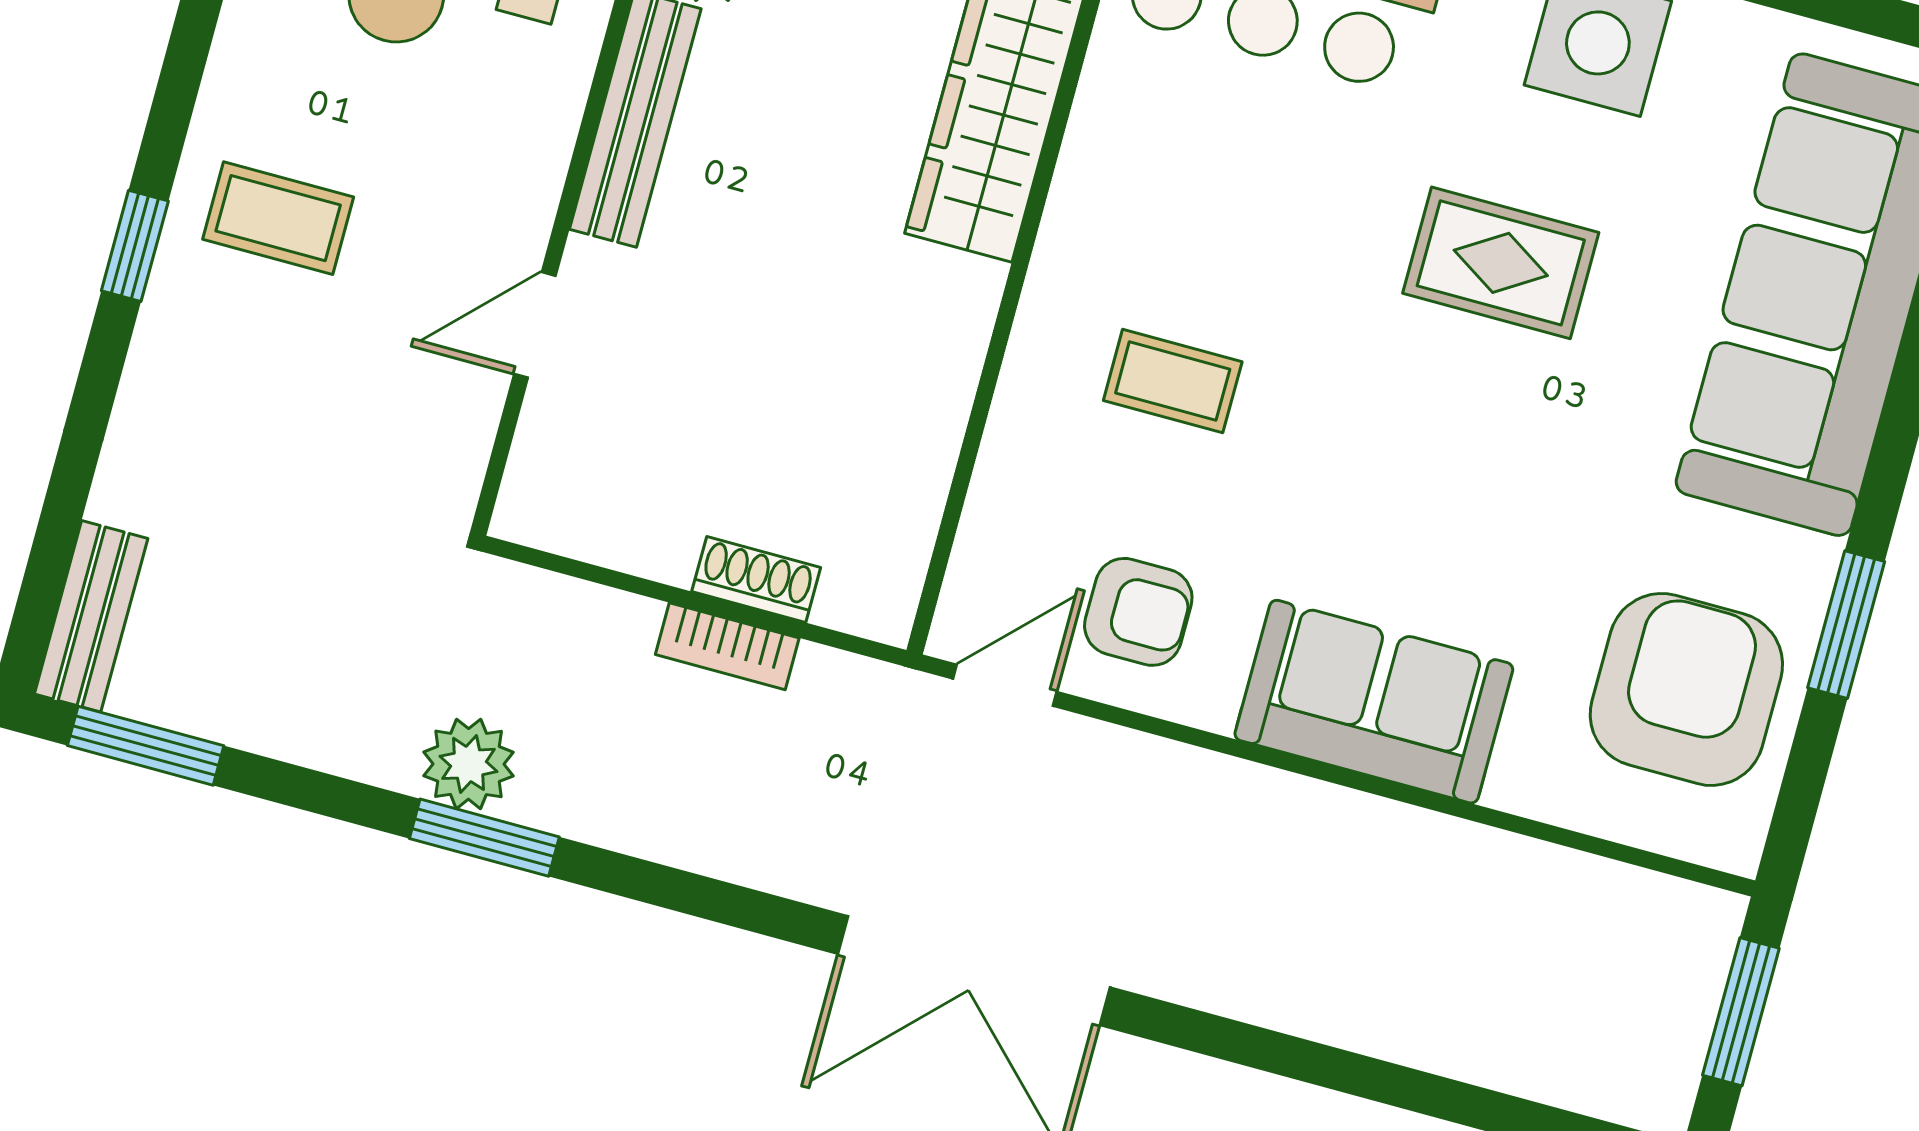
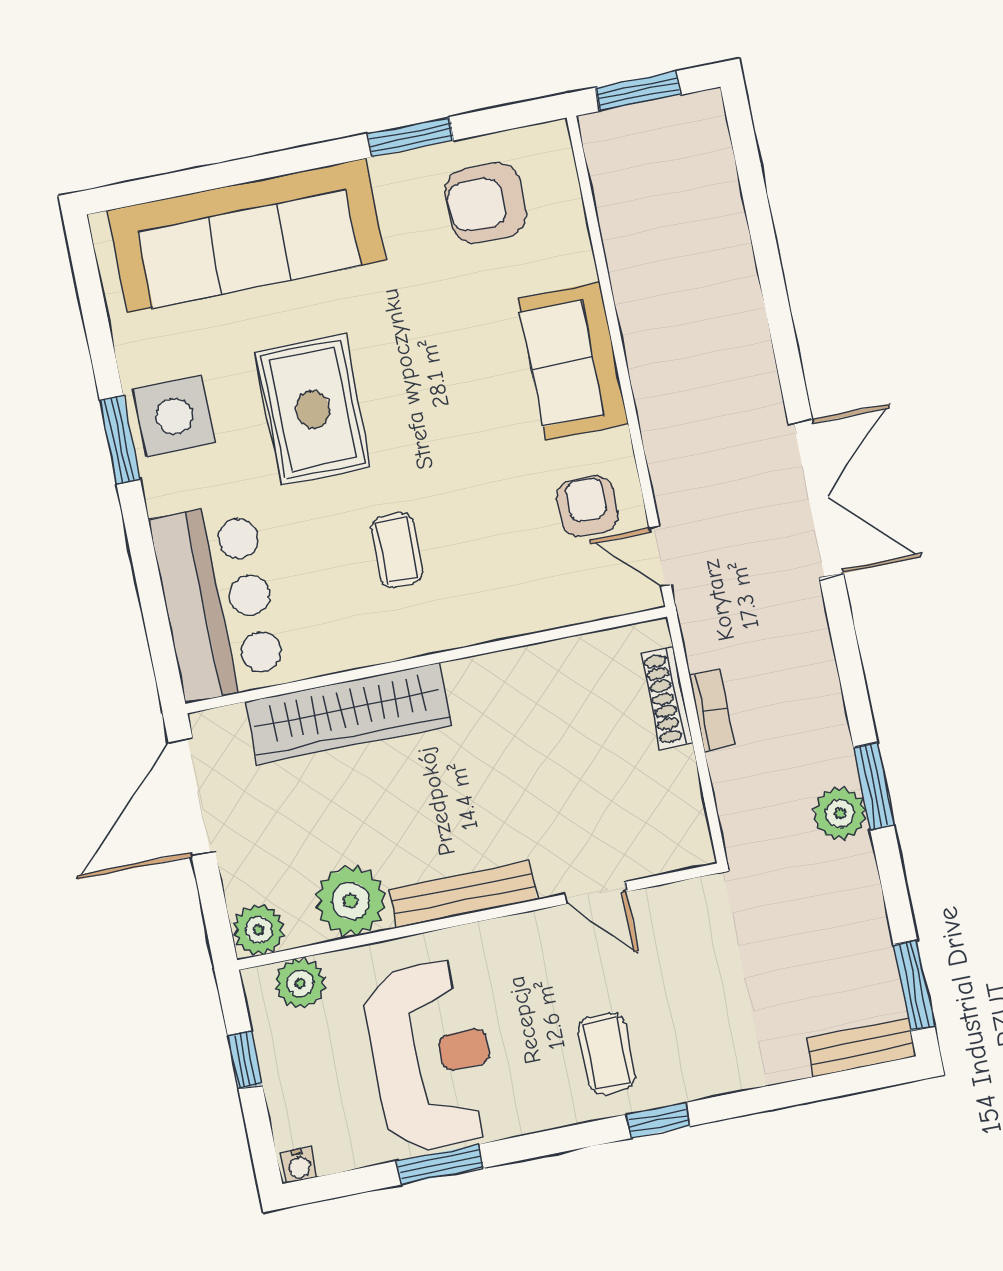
rug: (1501, 263) -> (313, 409), width x1.36, depth x1.43
coffee table: (1173, 381) -> (397, 550), moved
shoe rack: (756, 579) -> (667, 698), width x1.43
armchair: (1686, 689) -> (486, 203), width x0.73, depth x0.73

